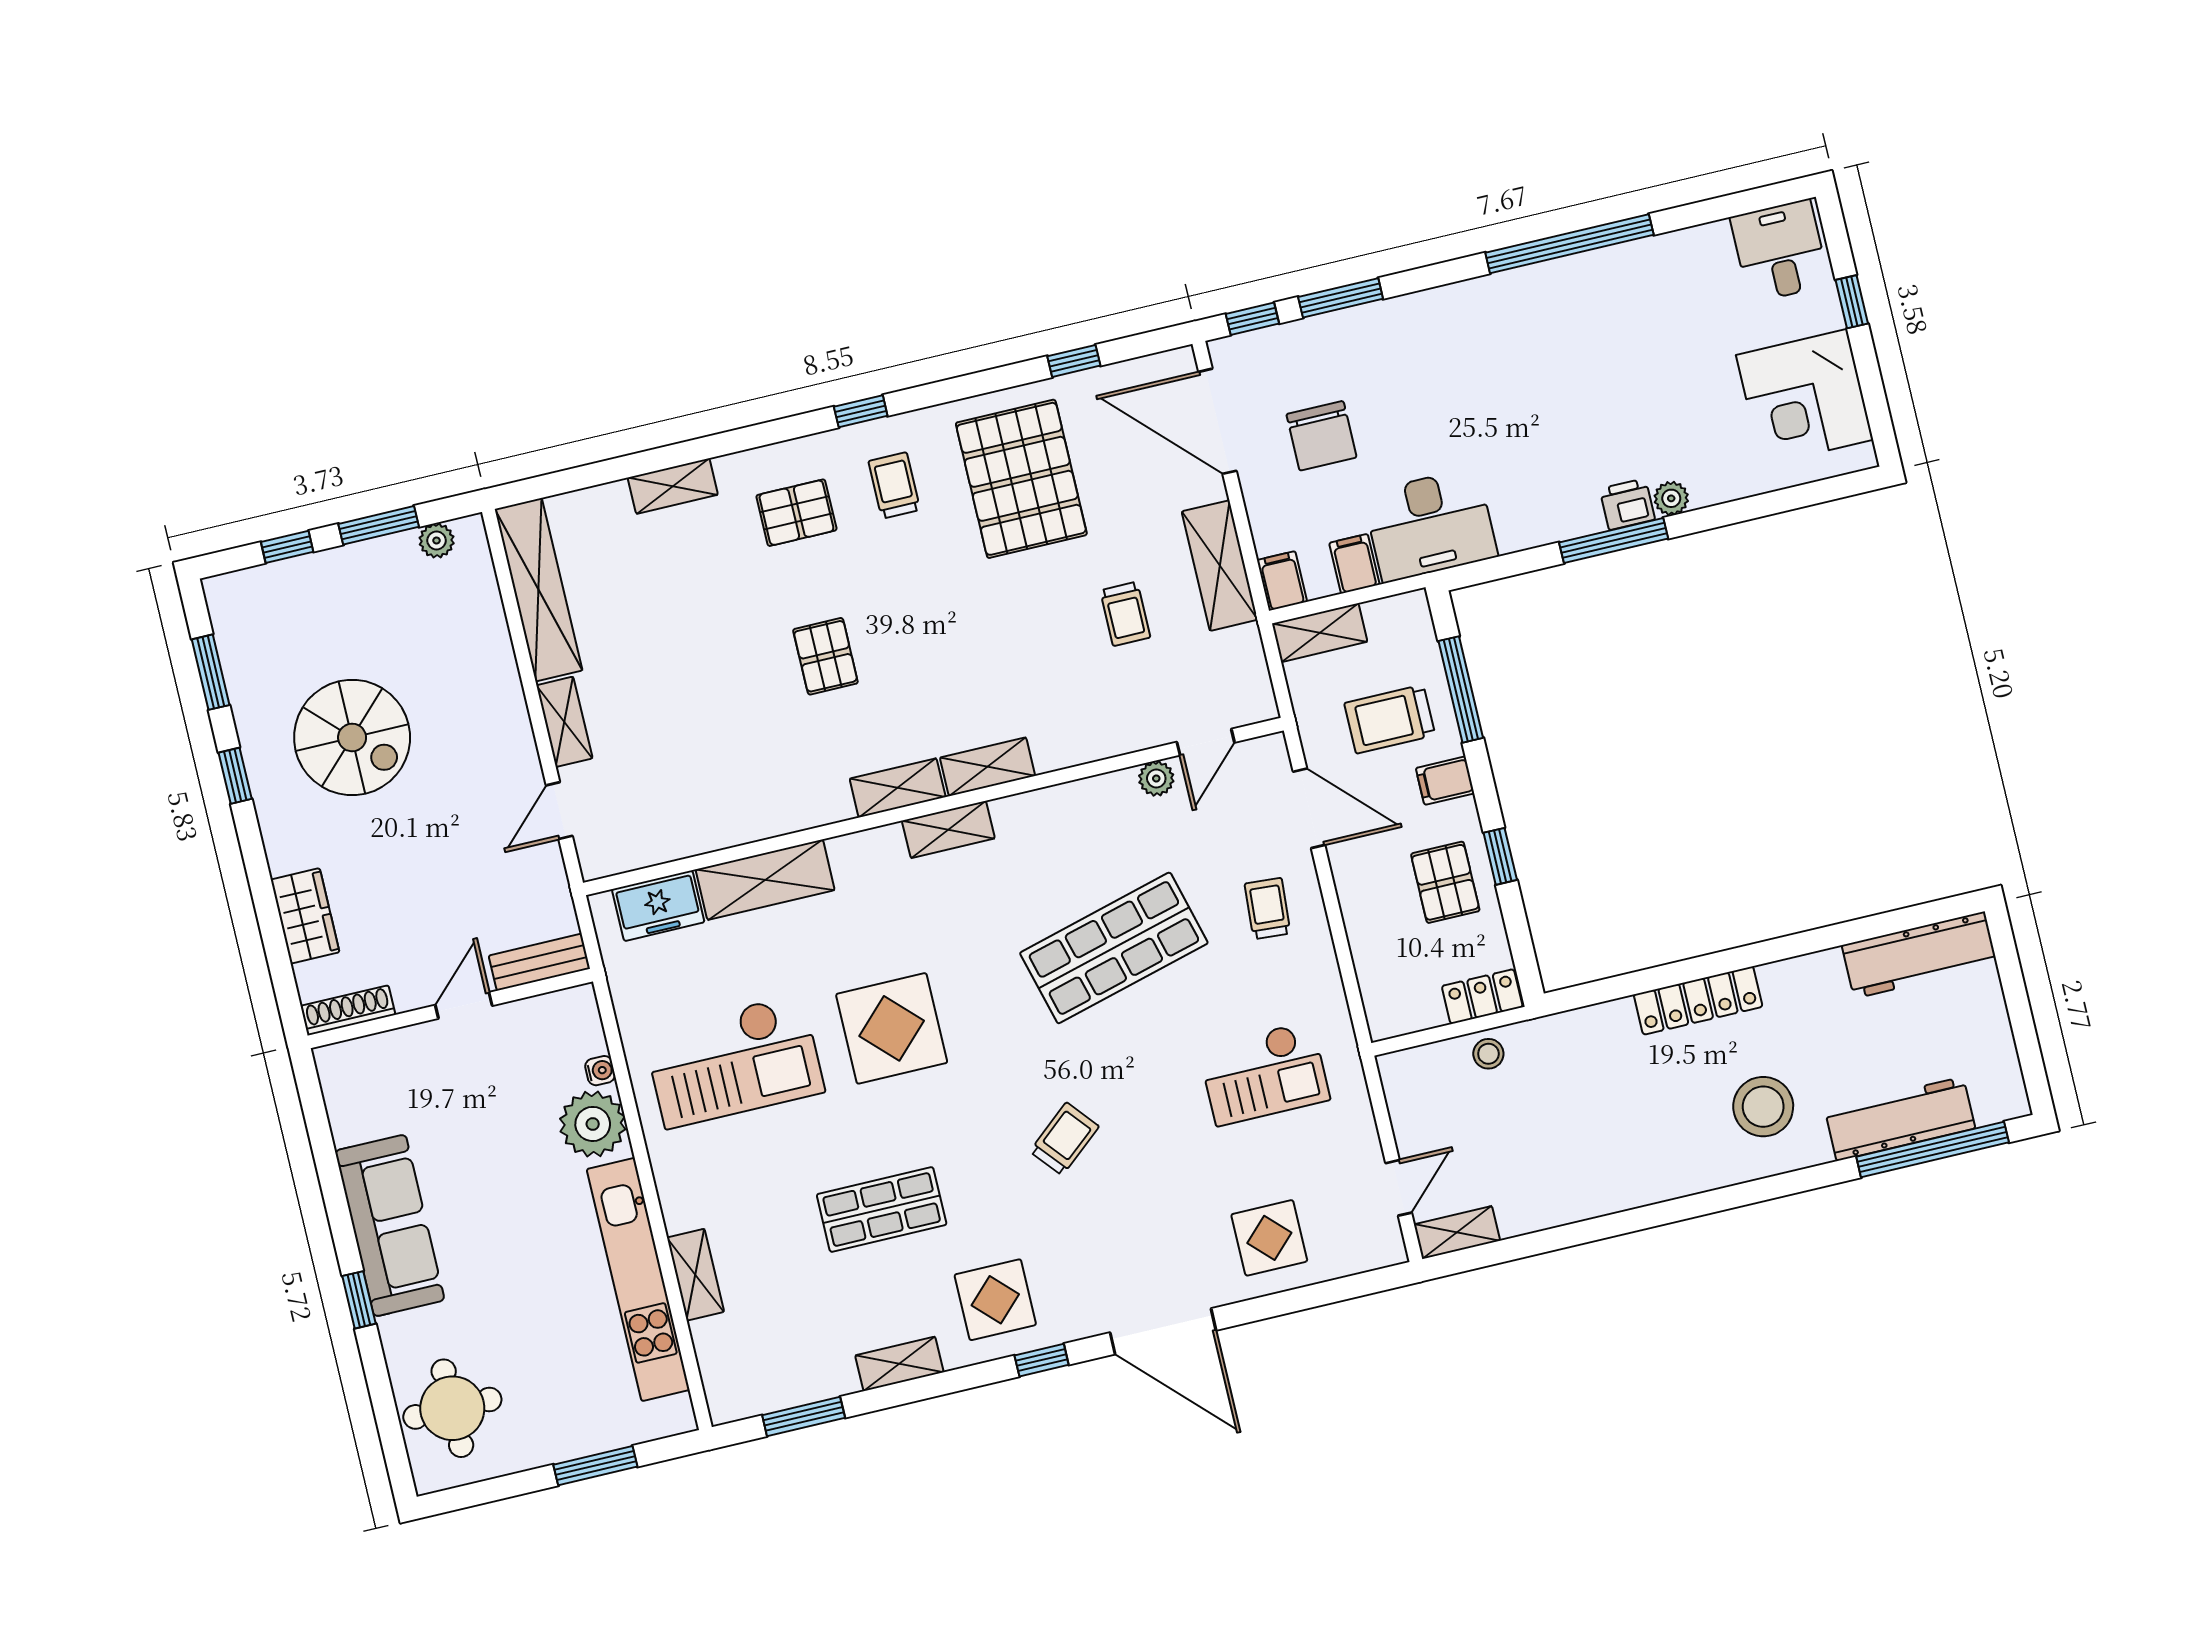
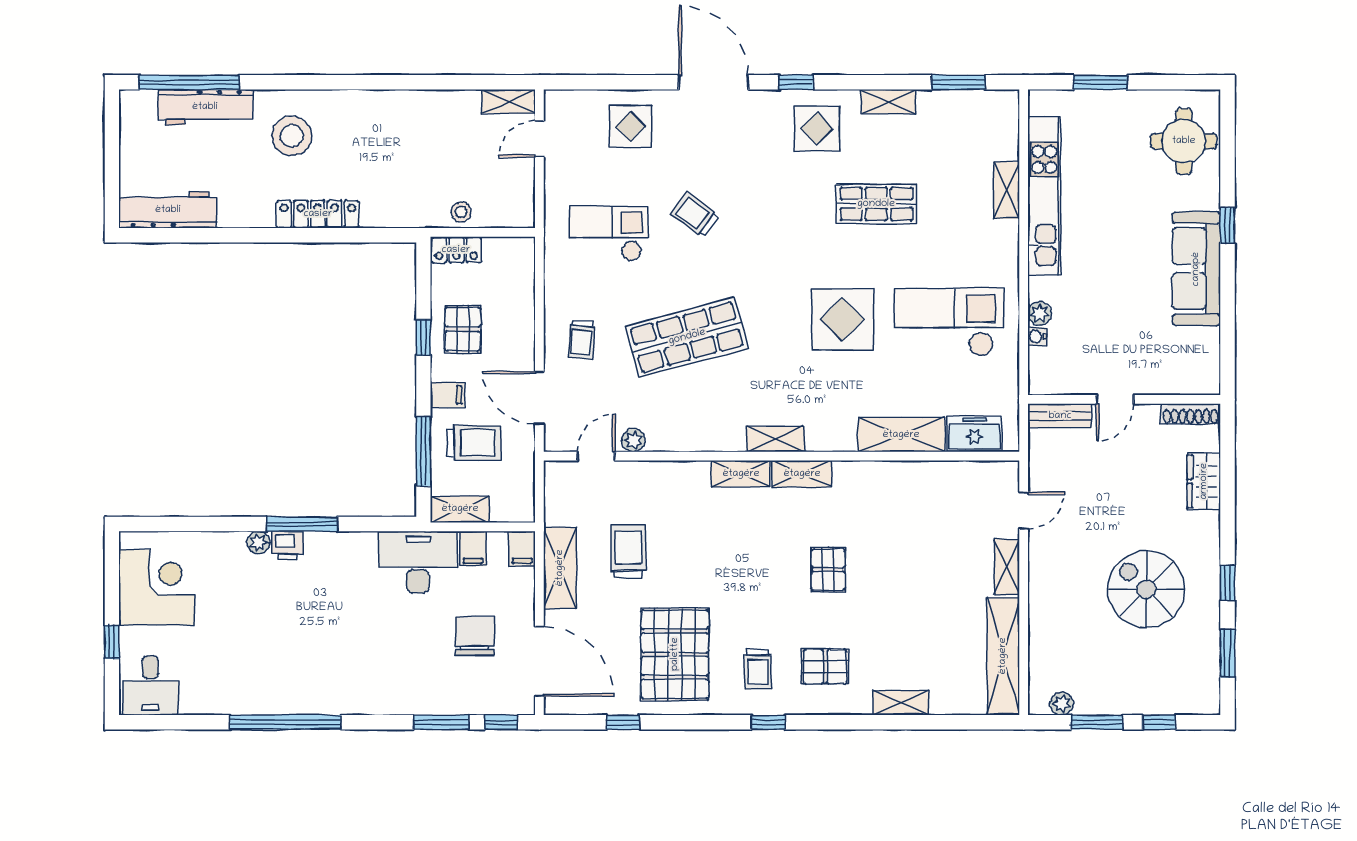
trolley: (1125, 614) -> (628, 551), width x1.36, depth x1.39
shelving: (1320, 633) -> (460, 509), moved
plant: (593, 1124) -> (1040, 313), width x0.53, depth x0.53
trolley: (1064, 1139) -> (695, 215), moved, turned 76

